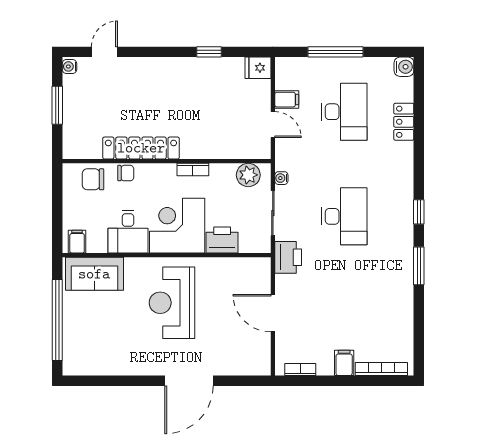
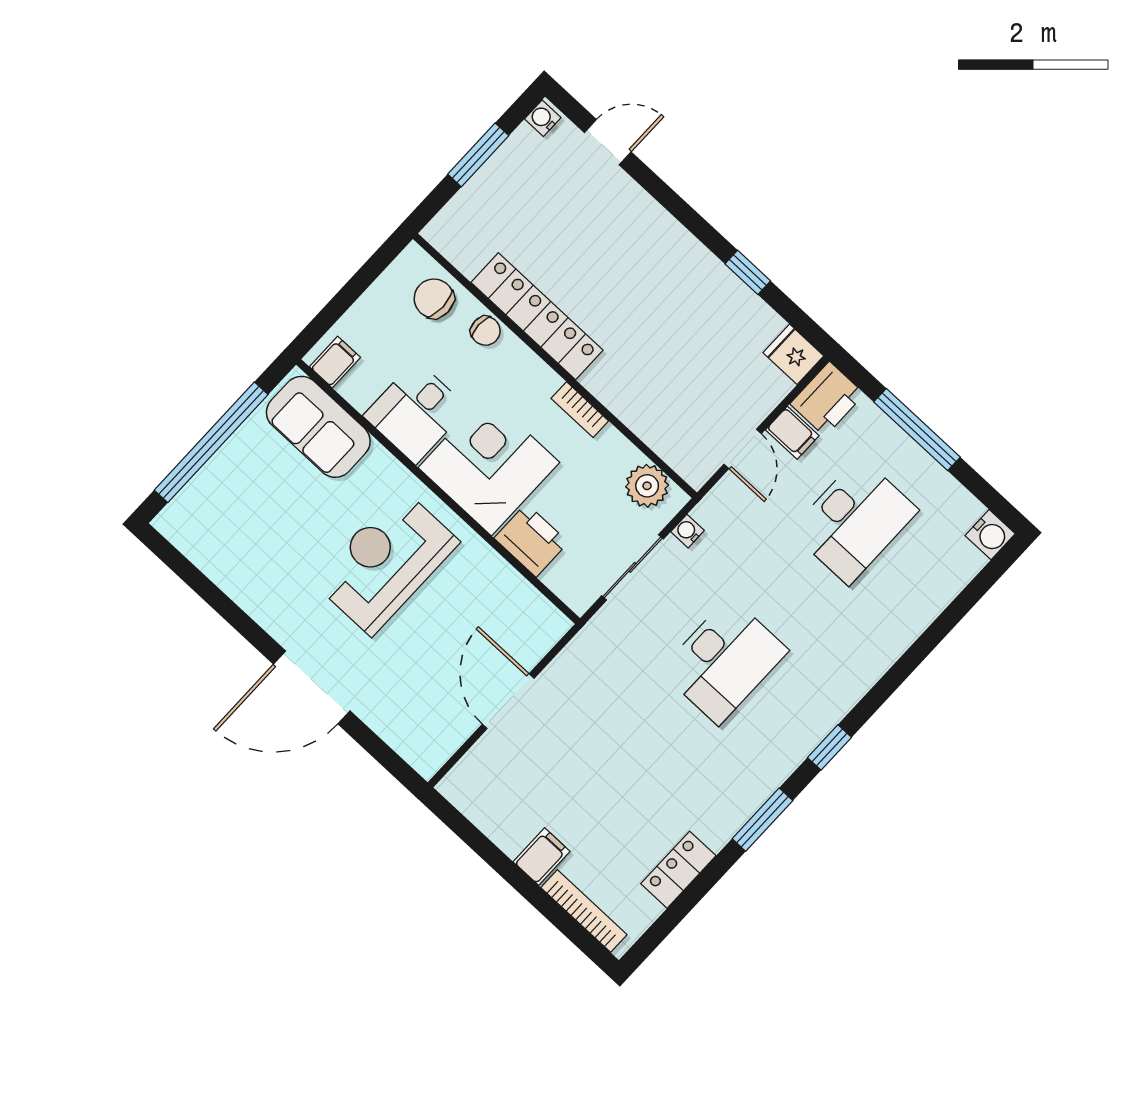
locker: (404, 122) -> (678, 870), moved
printer: (288, 257) -> (827, 399), moved
bookcase: (300, 369) -> (475, 811), removed

